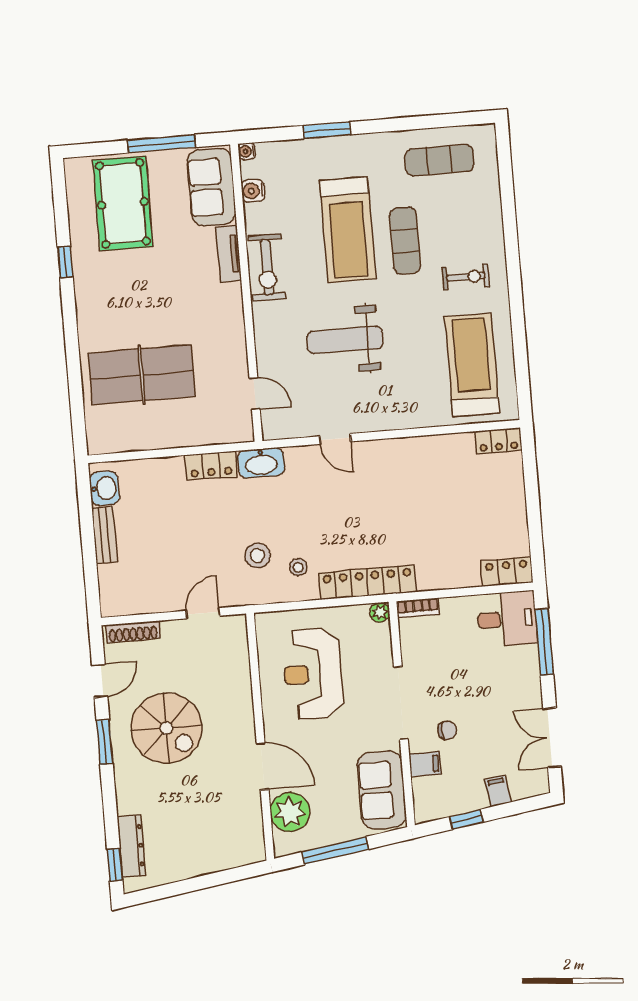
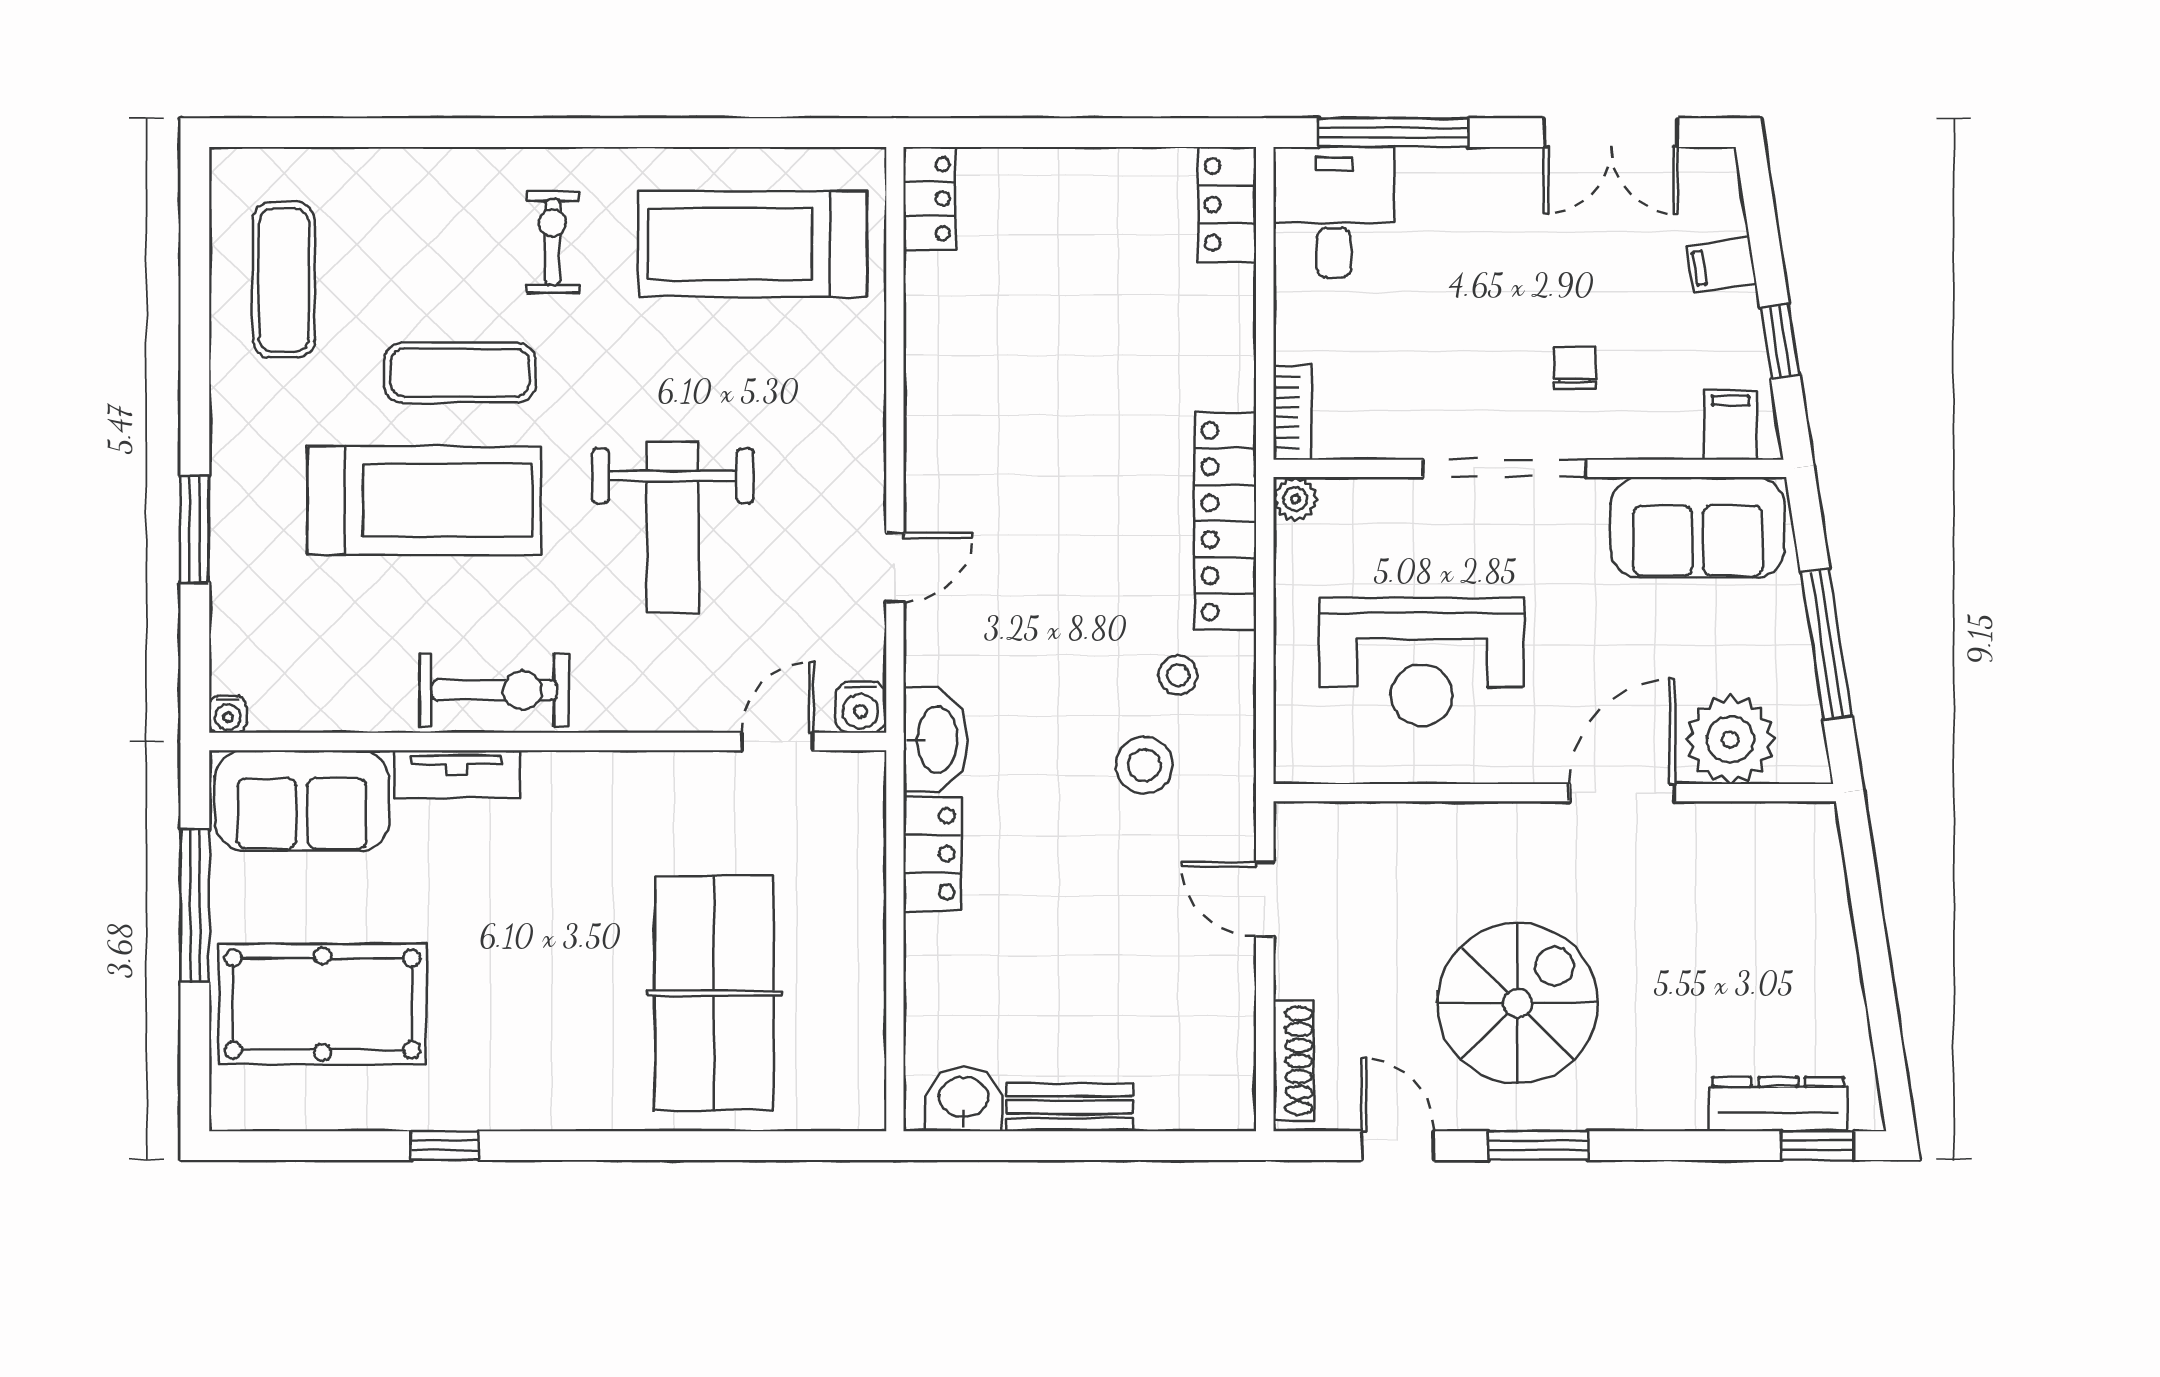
water cooler: (253, 191) -> (861, 707), moved
filing cabinet: (425, 764) -> (1731, 425), moved

